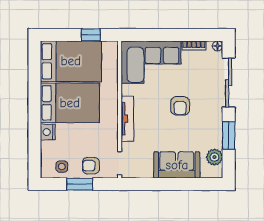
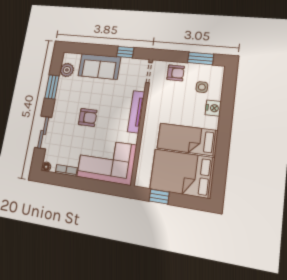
sliding door: (229, 83) -> (43, 132), width x0.73
bed: (70, 103) -> (187, 139), width x0.67
armchair: (180, 106) -> (88, 117), turned 90
side table: (62, 167) -> (202, 87), moved
window: (80, 184) -> (201, 58), moved
window: (150, 184) -> (125, 52), added

